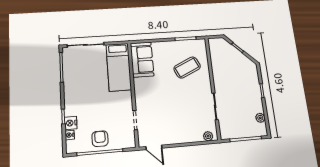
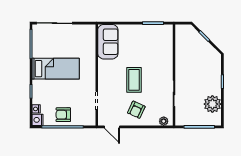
bed: (119, 67) -> (56, 69), moved, turned -90
coffee table: (187, 68) -> (134, 80), moved, turned -65
plant: (260, 118) -> (212, 104), width x1.88, depth x1.88
nightstand: (71, 123) -> (37, 120), moved
armchair: (178, 127) -> (136, 110), added
armchair: (100, 139) -> (63, 115), turned -90

